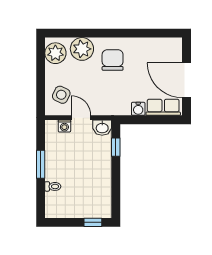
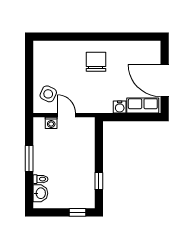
plant: (82, 49) -> (67, 51), removed
plant: (55, 53) -> (43, 55), removed
washbasin: (102, 128) -> (40, 193), moved, turned -90
window: (116, 147) -> (99, 181), moved

